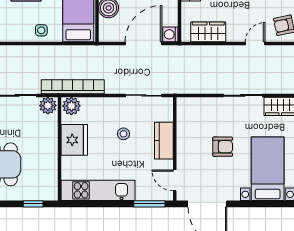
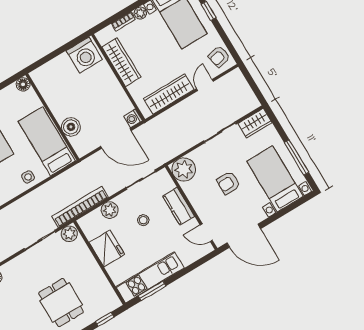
wardrobe: (208, 32) -> (169, 94), width x1.50
door: (143, 44) -> (116, 139), swing flipped
plant: (71, 106) -> (110, 210), moved
plant: (189, 110) -> (184, 169), added
armchair: (223, 147) -> (228, 183), turned 180
window: (149, 204) -> (152, 291), moved

